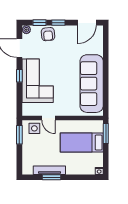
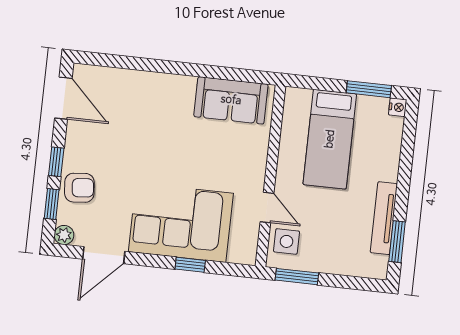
window: (19, 76) -> (190, 265), moved
sofa: (92, 84) -> (231, 100), width x0.54, depth x0.79
door: (48, 118) -> (267, 207), hinge flipped
window: (106, 133) -> (369, 89), moved
window: (52, 177) -> (397, 242), moved

